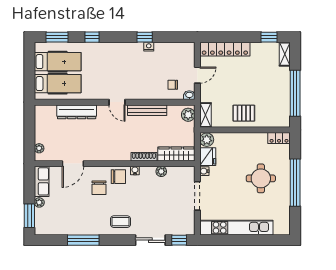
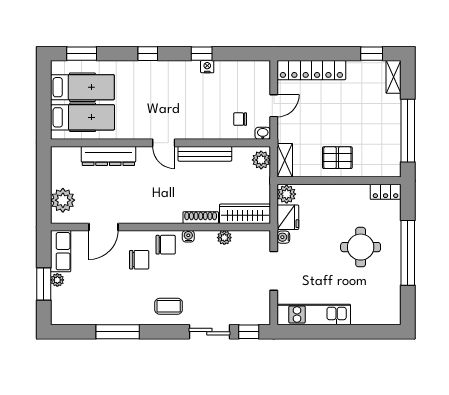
window: (92, 37) -> (148, 54), moved
plant: (39, 148) -> (63, 200), width x1.88, depth x1.88
chair: (99, 188) -> (139, 260), turned -90
window: (29, 216) -> (44, 284), moved
kitchen unit: (236, 228) -> (314, 314), width x0.73

